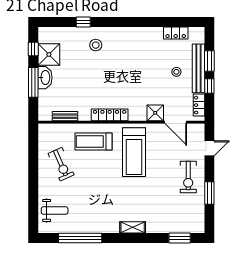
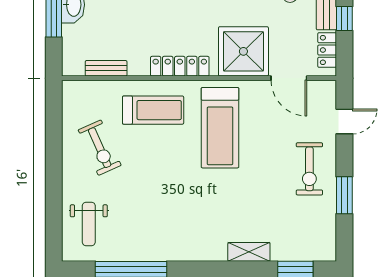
shower: (155, 113) -> (243, 51), width x1.86, depth x1.86
treadmill: (93, 141) -> (153, 110), turned 180
weight bench: (55, 210) -> (89, 224), turned 90
shelving: (133, 227) -> (249, 252), moved

